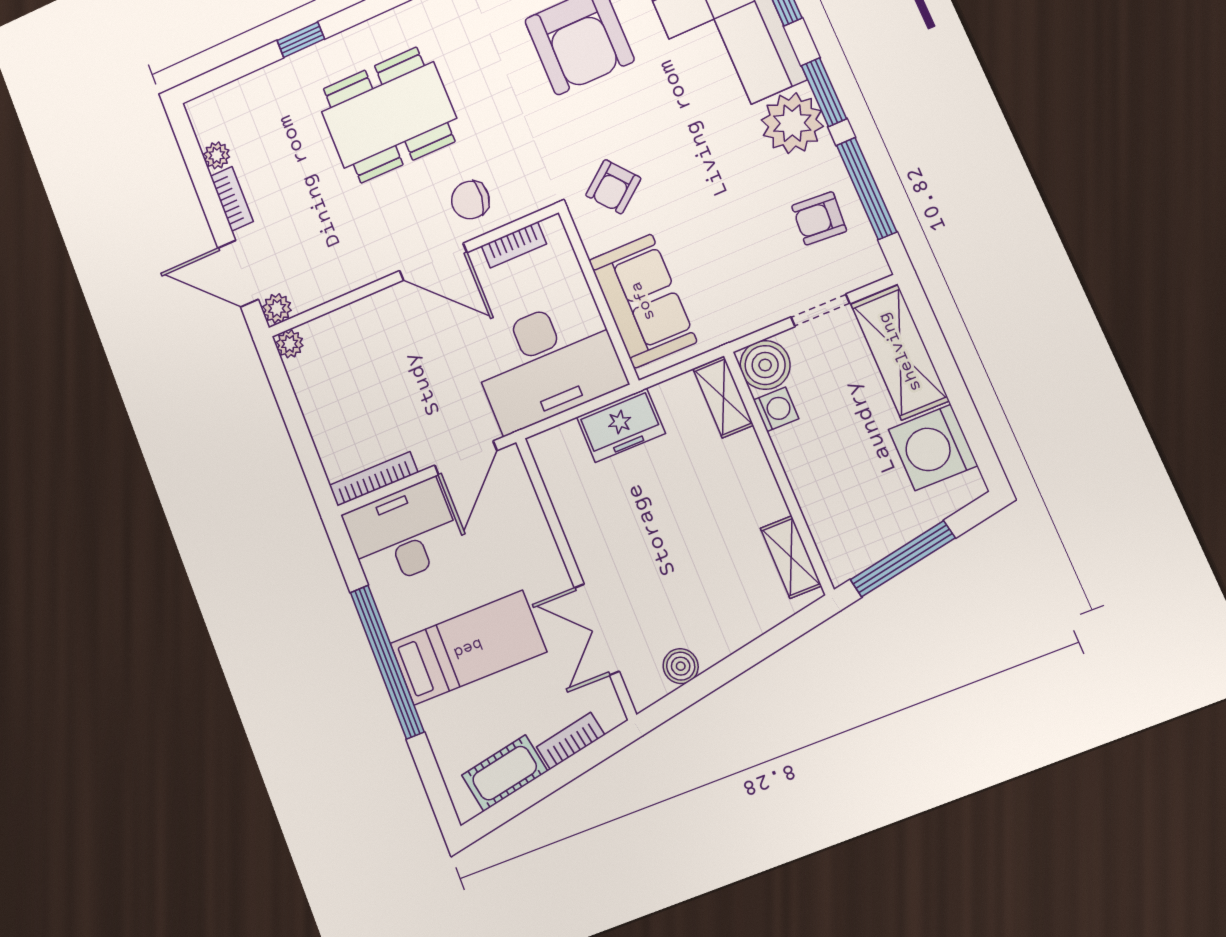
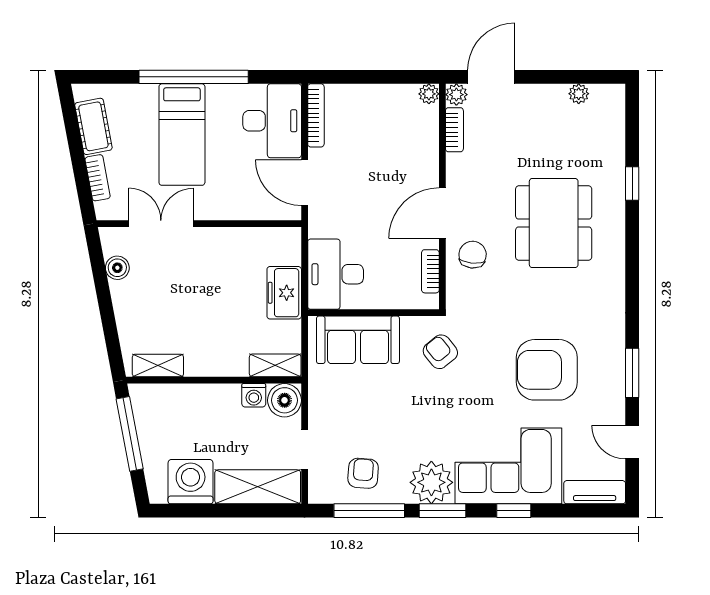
bookcase: (232, 199) -> (454, 130), moved, turned -90
desk: (547, 363) -> (336, 274), width x0.73, depth x0.77

